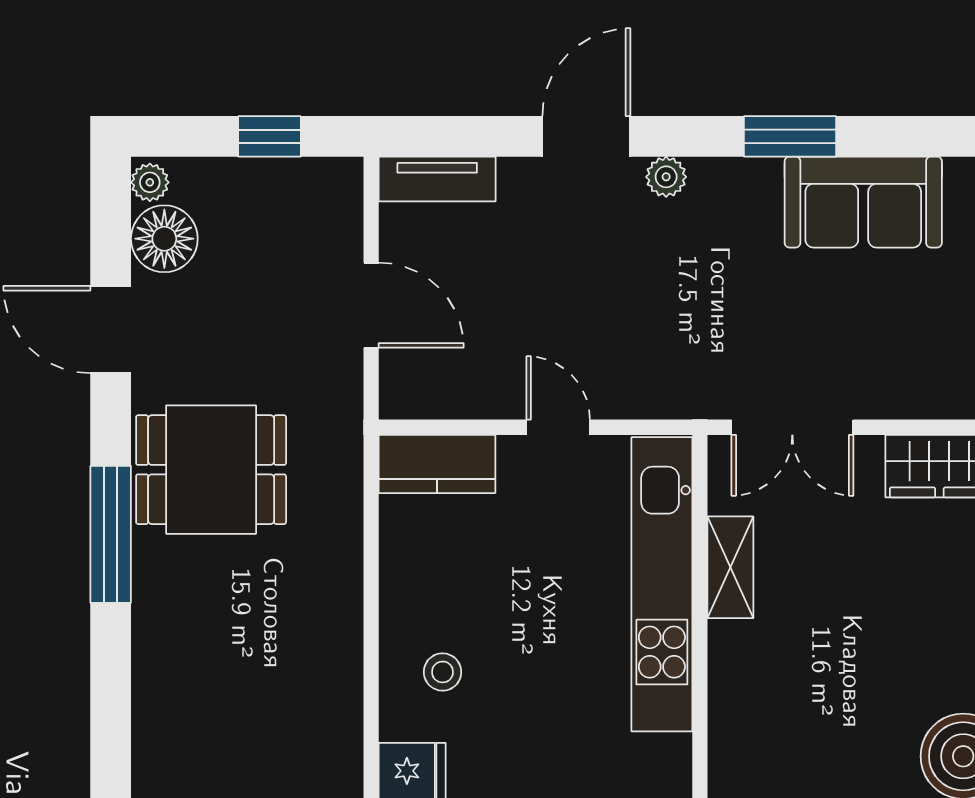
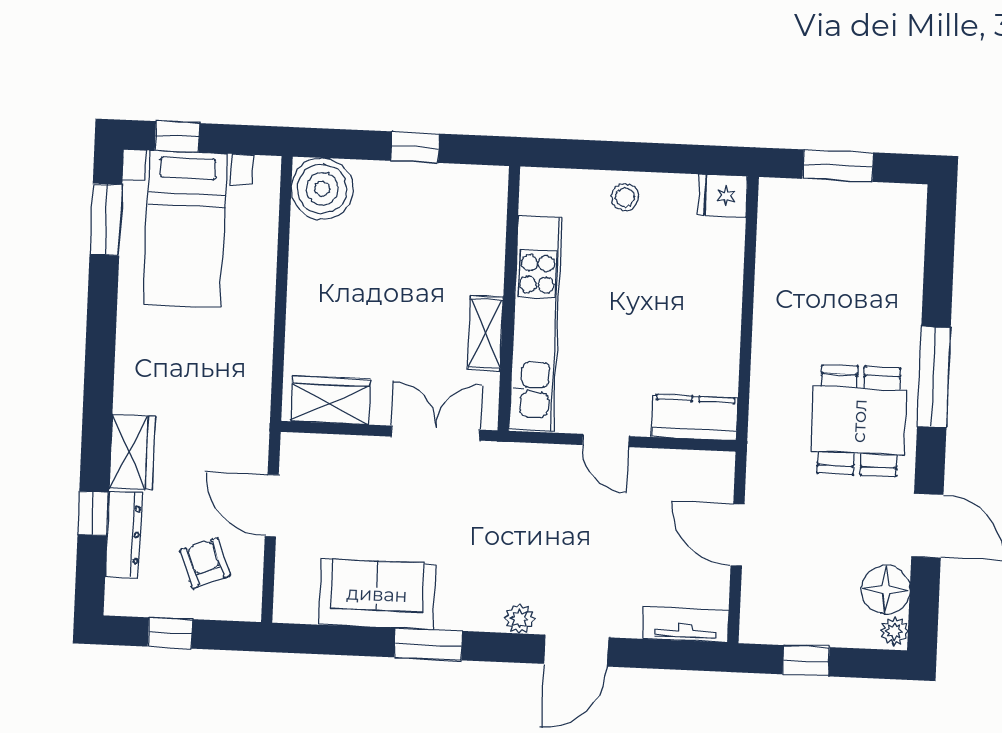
dining table: (211, 470) -> (859, 421), turned 90
stool: (443, 672) -> (625, 197), moved

